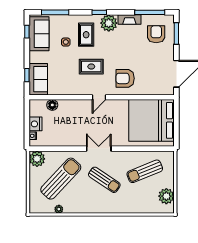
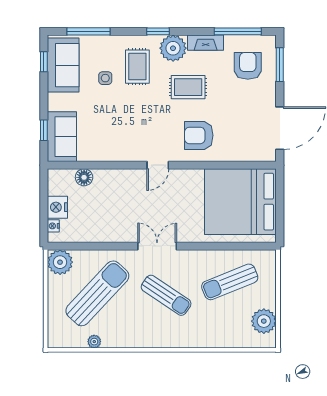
rug: (91, 67) -> (188, 87), moved

